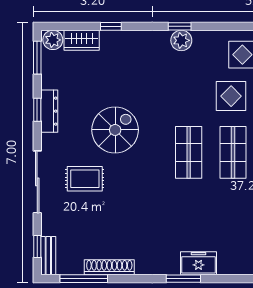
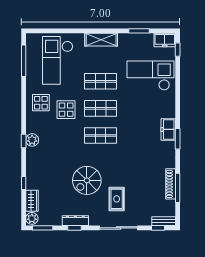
spiral stairs: (115, 130) -> (87, 180), turned -90
window: (84, 279) -> (178, 188), moved

